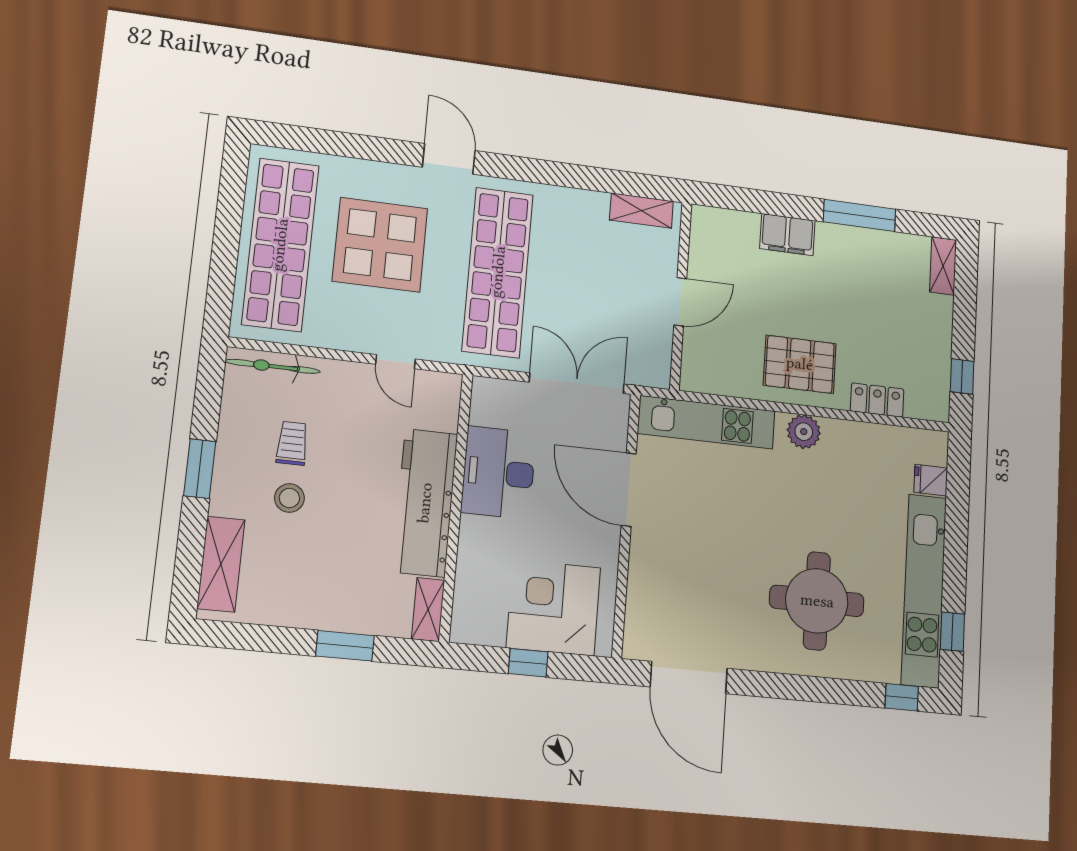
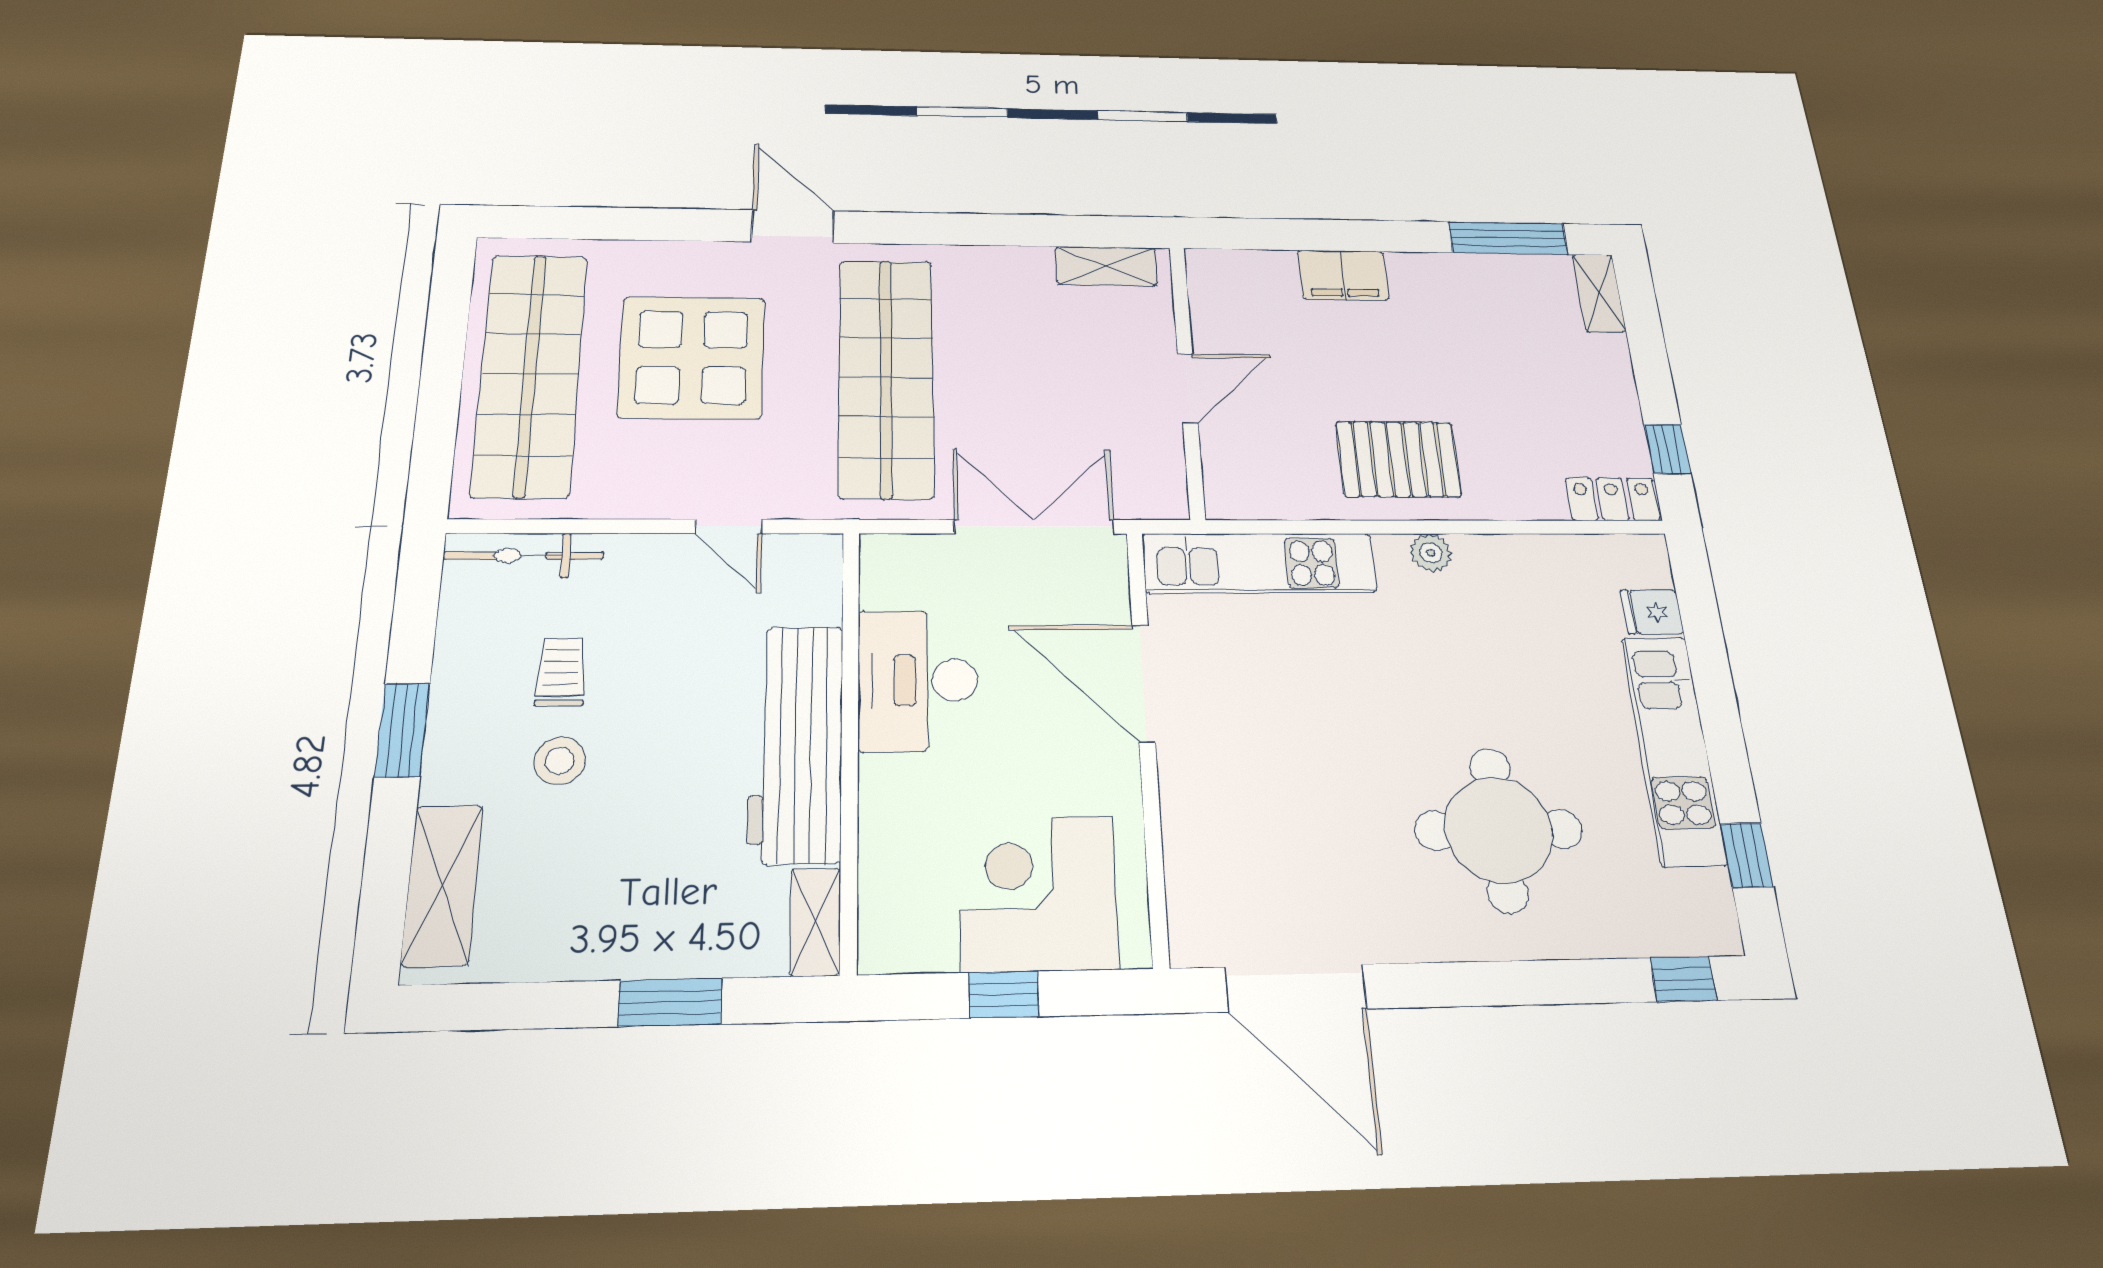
window: (859, 215) -> (1508, 238), moved
locker: (877, 400) -> (1613, 499), moved
plant: (804, 432) -> (1431, 553), width x0.73, depth x0.73
kitchen unit: (924, 591) -> (1673, 750), width x0.73

